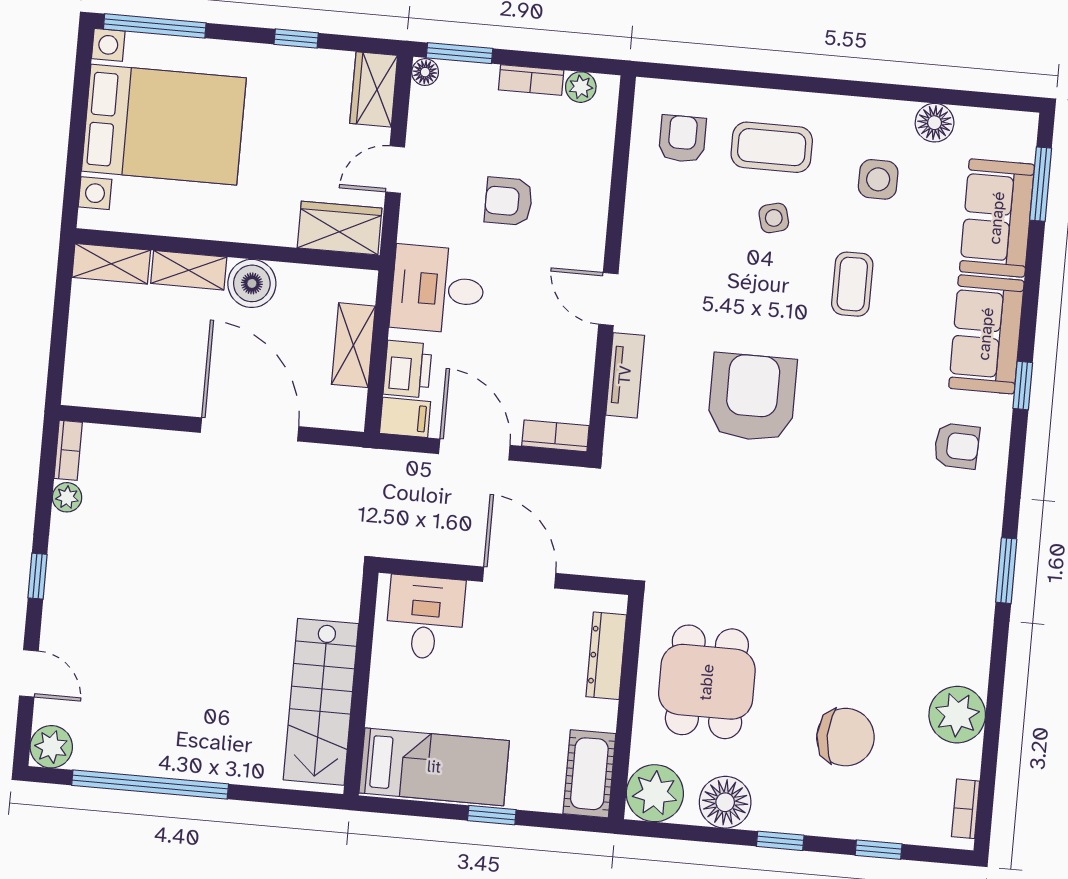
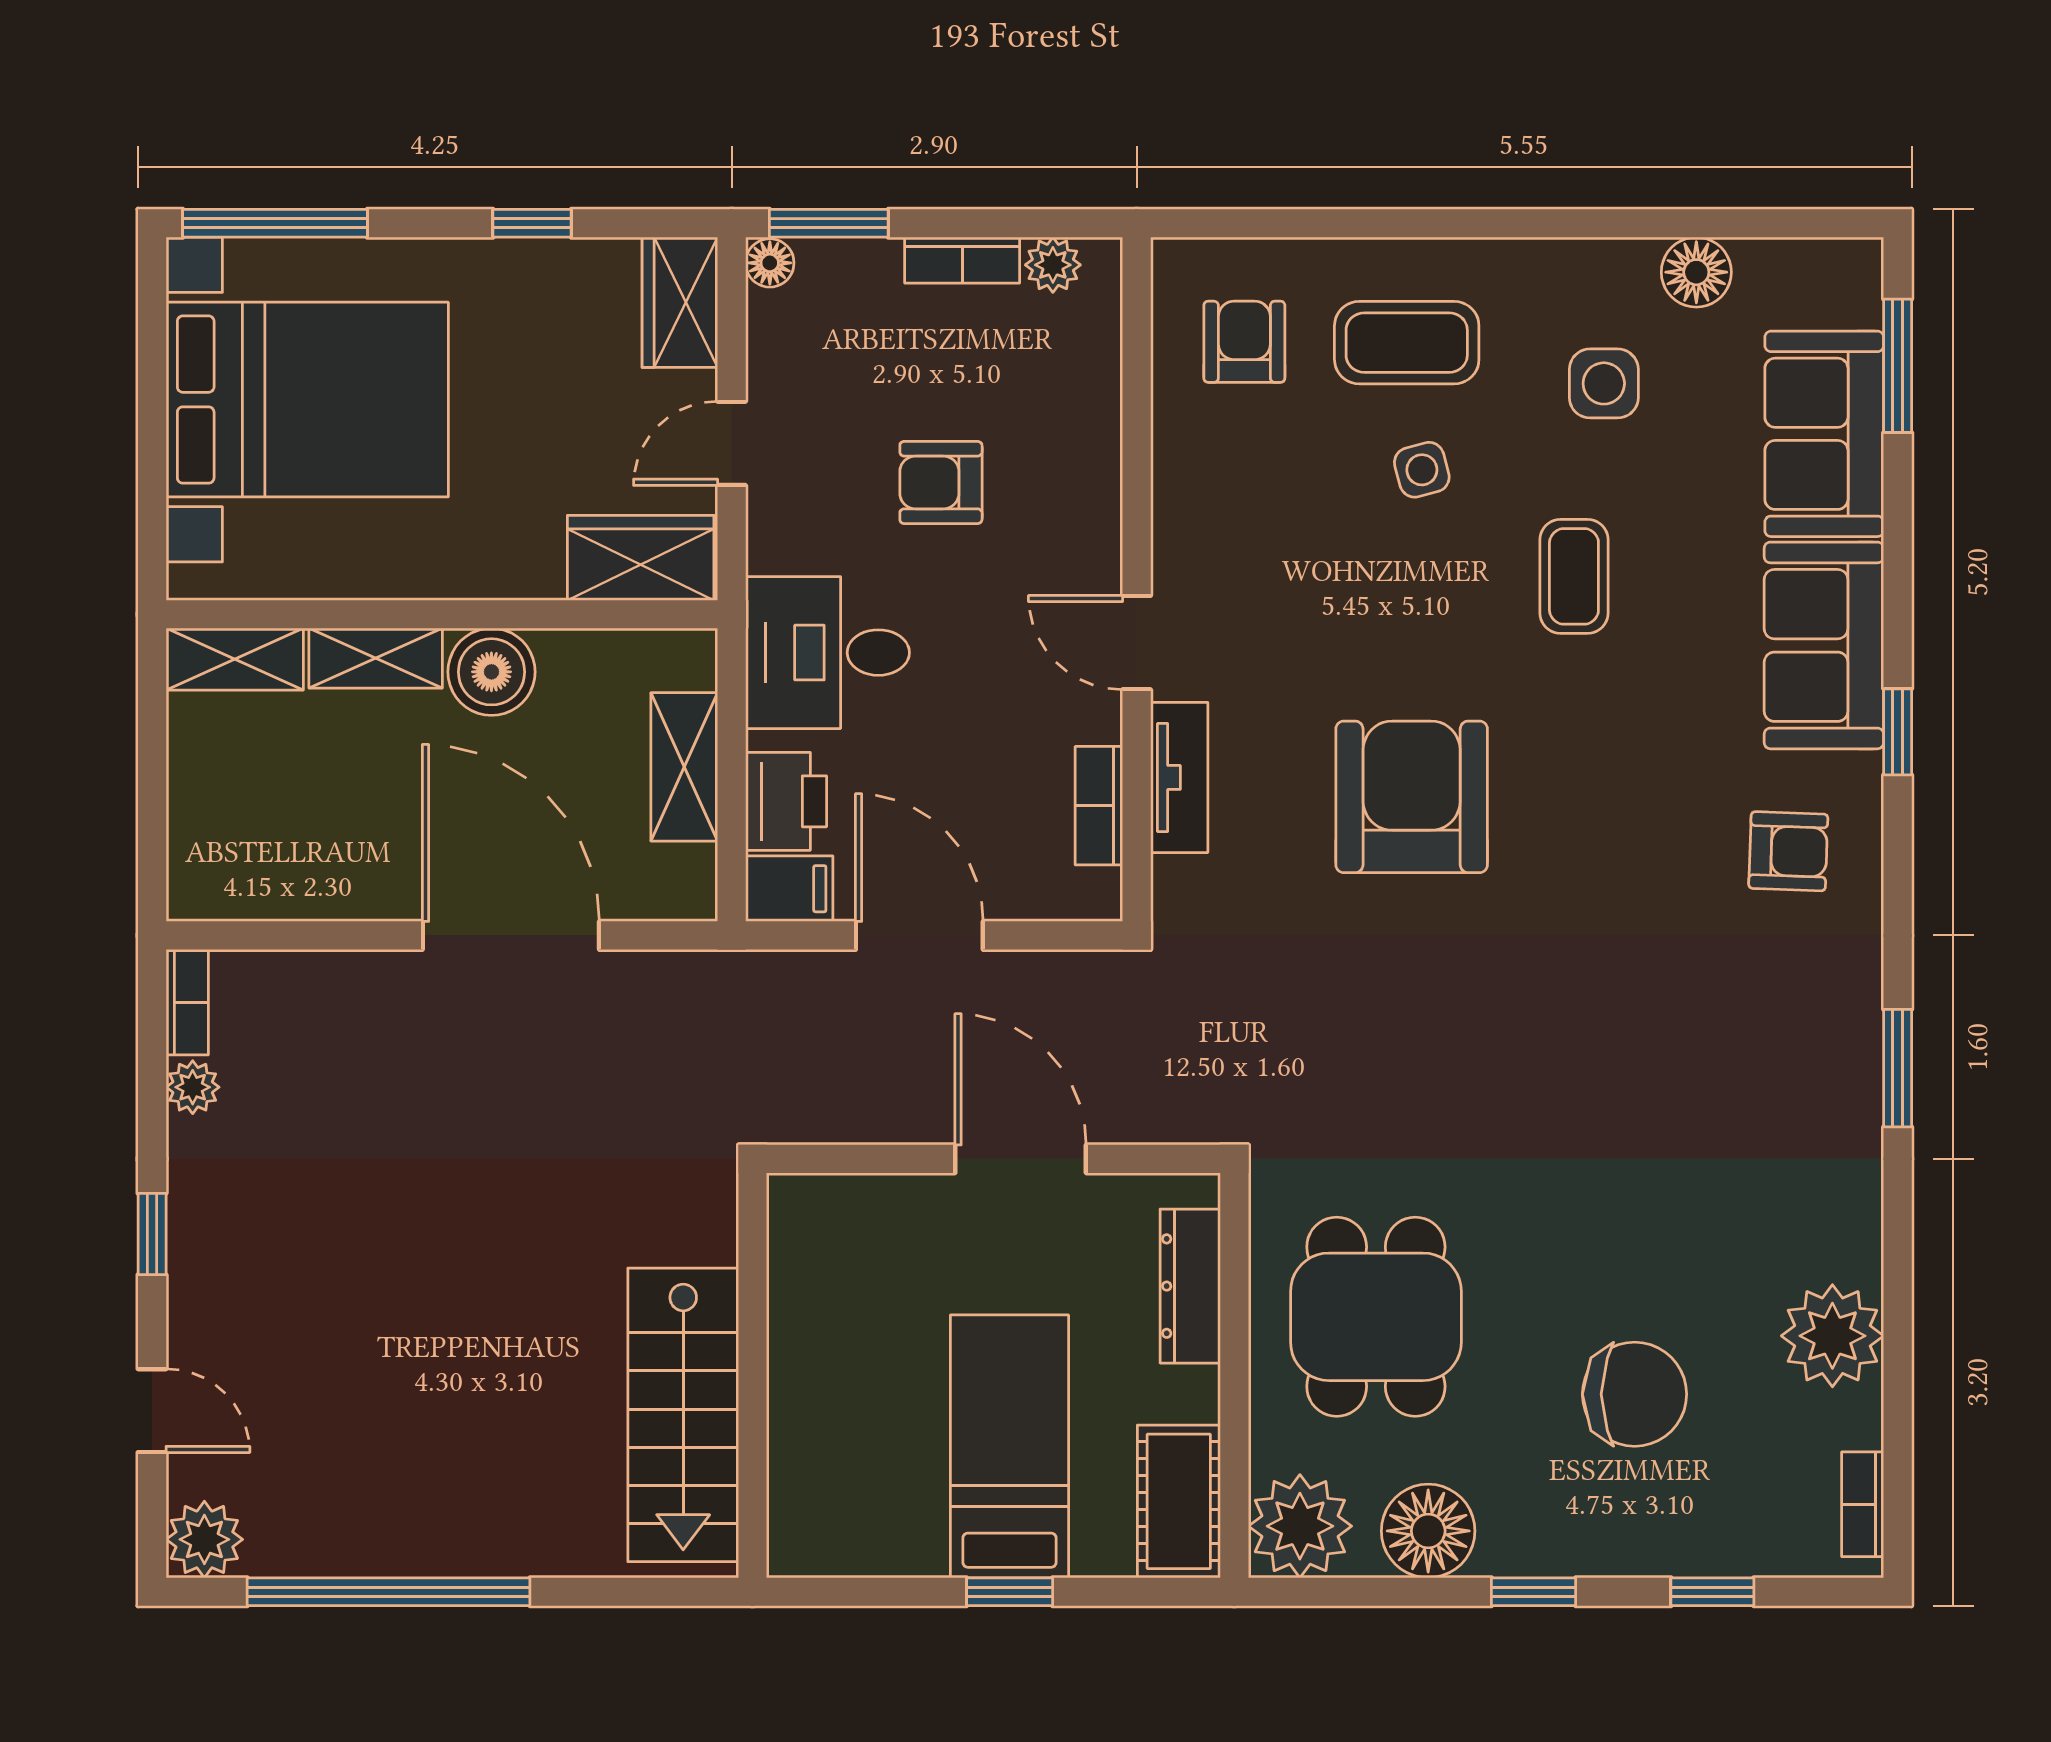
bookcase: (555, 436) -> (1099, 806), moved, turned -90
desk: (425, 618) -> (858, 1246), removed
bed: (434, 767) -> (1009, 1446), moved, turned -90

